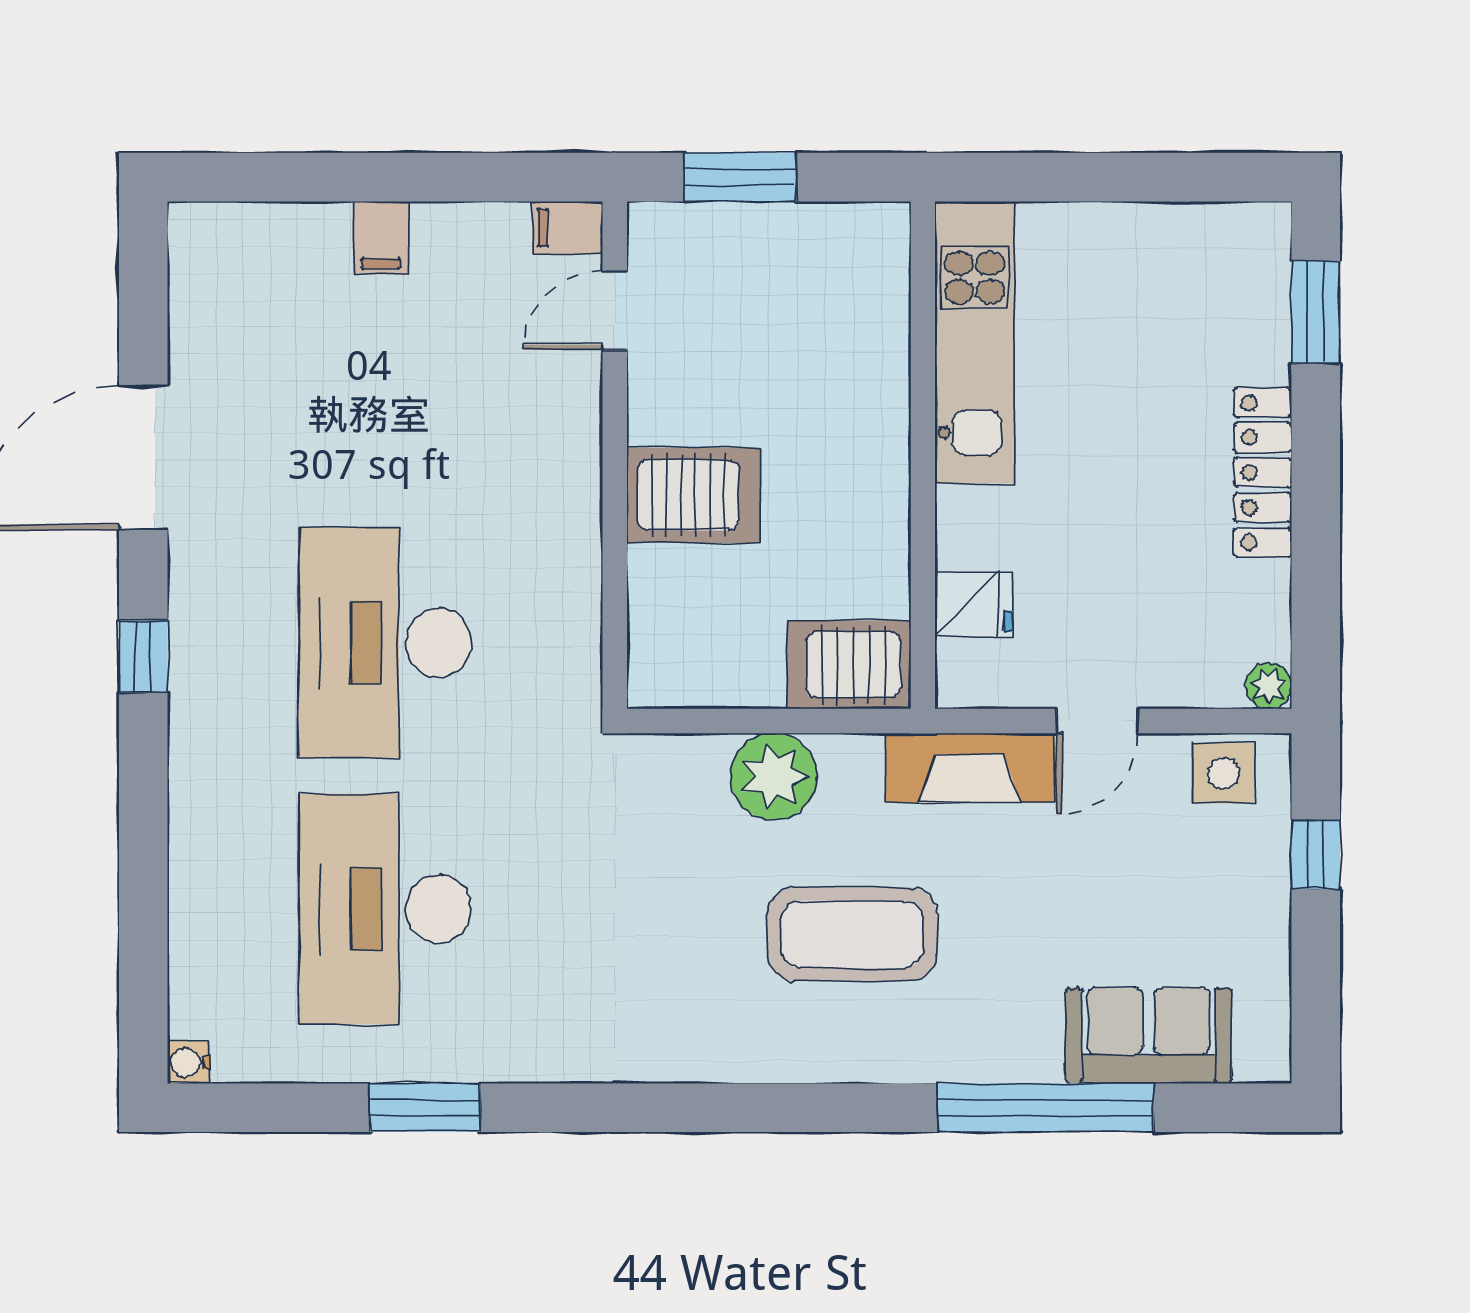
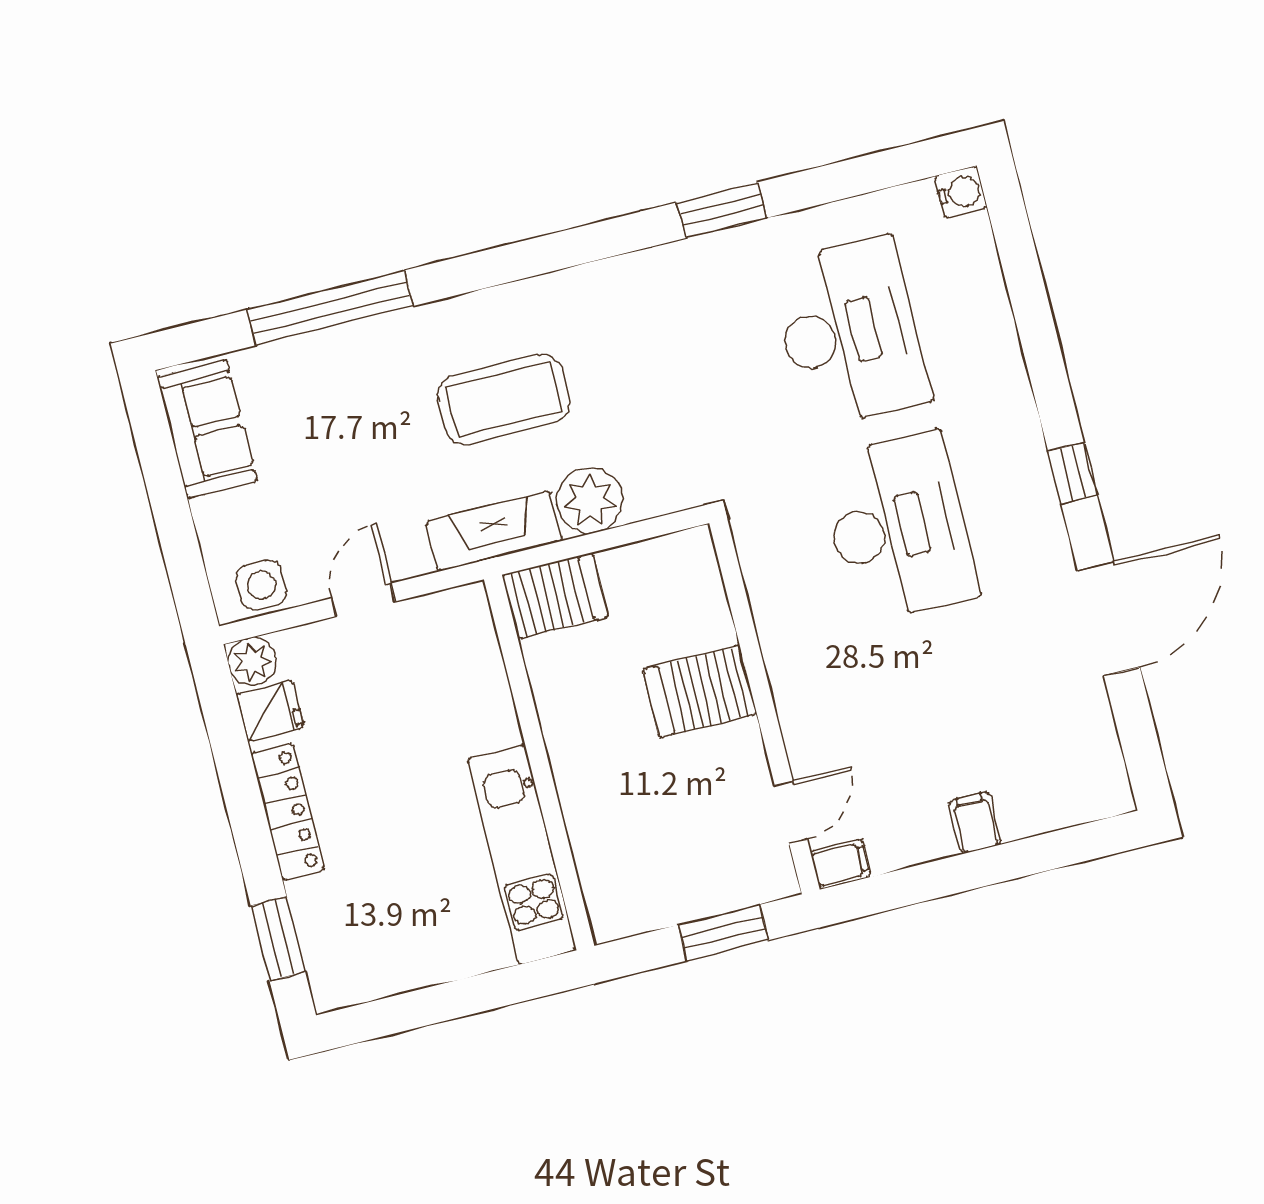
fridge: (974, 604) -> (270, 711), moved, turned 180
plant: (1268, 686) -> (252, 662), width x1.38, depth x1.38
fireplace: (970, 768) -> (494, 531), moved
window: (1316, 854) -> (179, 542), removed
sofa: (1148, 1036) -> (207, 429), moved, turned -90
water cooler: (189, 1062) -> (961, 192), width x1.38, depth x1.38
window: (425, 1108) -> (722, 210), moved

